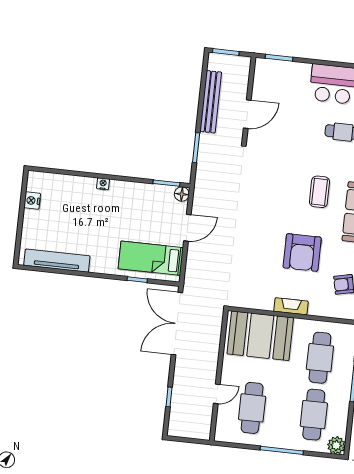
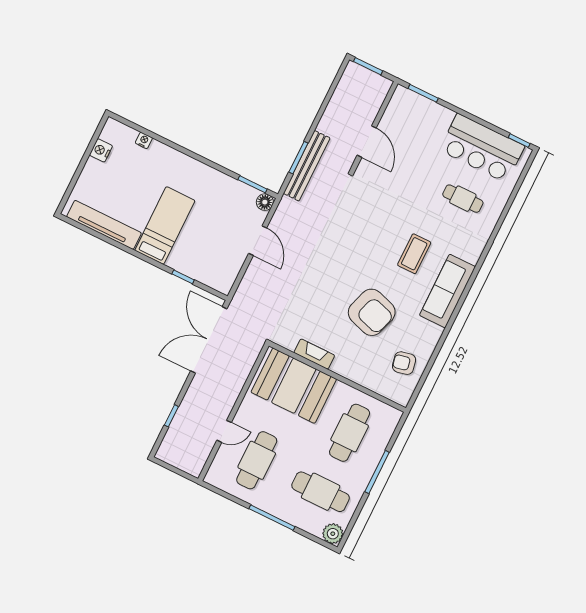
bench: (211, 102) -> (307, 166), moved
door: (247, 114) -> (367, 142), hinge flipped
nightstand: (103, 184) -> (144, 140), moved
door: (187, 228) -> (258, 241), hinge flipped
armchair: (302, 252) -> (372, 312), turned -72
bed: (151, 258) -> (165, 225), moved, turned 90
fireplace: (291, 306) -> (314, 354), moved
cafe table: (314, 415) -> (321, 492), turned 90

